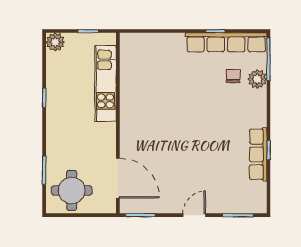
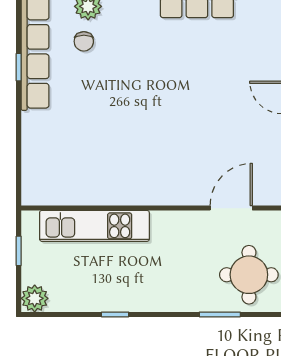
chair: (233, 76) -> (84, 41), turned -90
door: (118, 178) -> (231, 208), width x0.73

